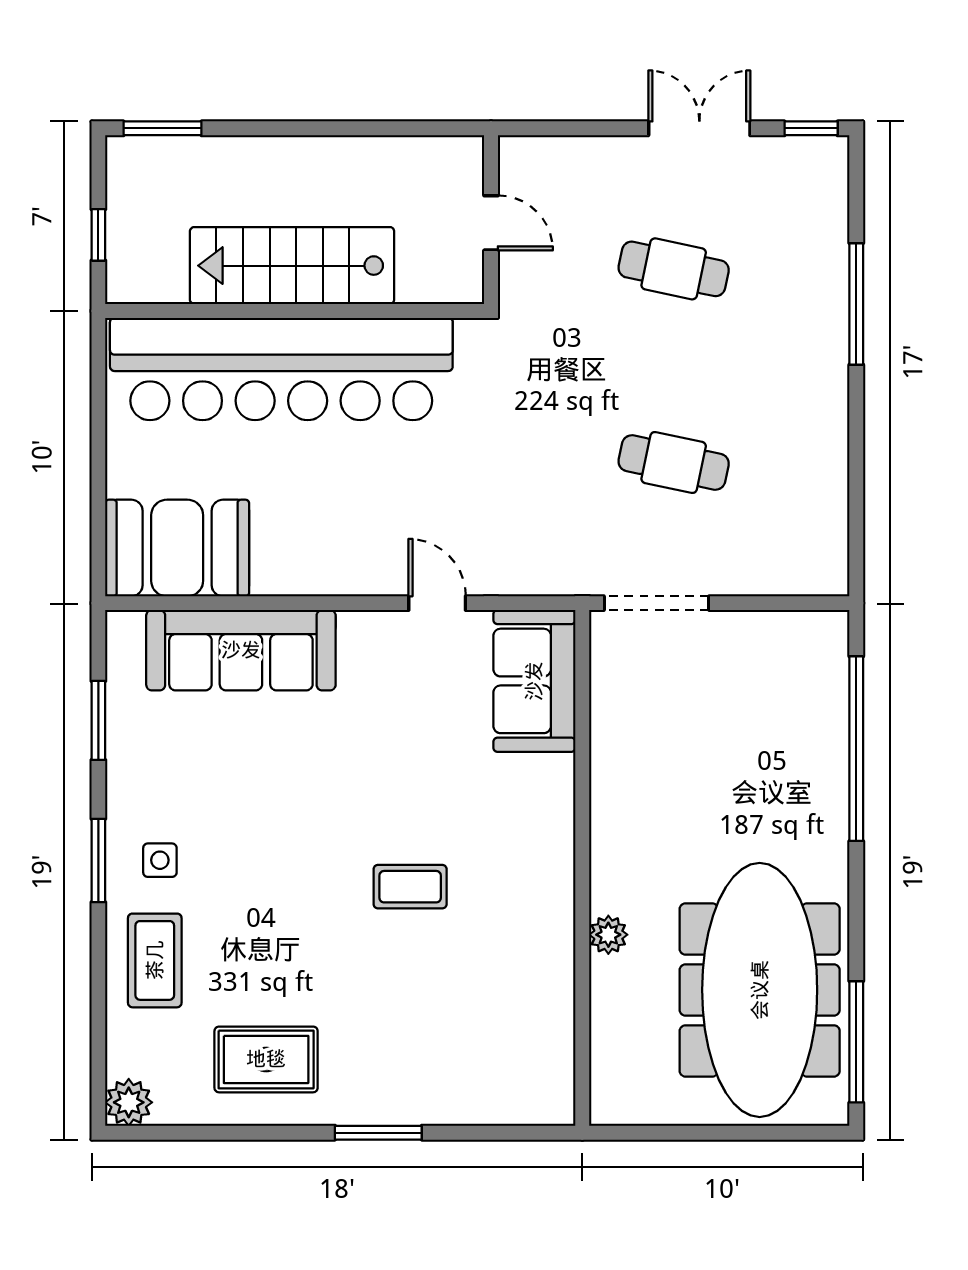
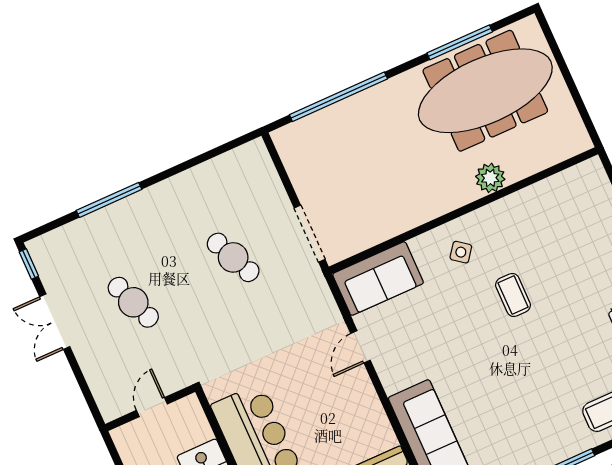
cafe table: (674, 269) -> (133, 302), turned -33
cafe table: (674, 462) -> (233, 257), turned -36
side table: (160, 860) -> (461, 252), moved, turned 37
plant: (608, 935) -> (490, 178), width x1.38, depth x1.38
window: (856, 1042) -> (460, 42), moved

